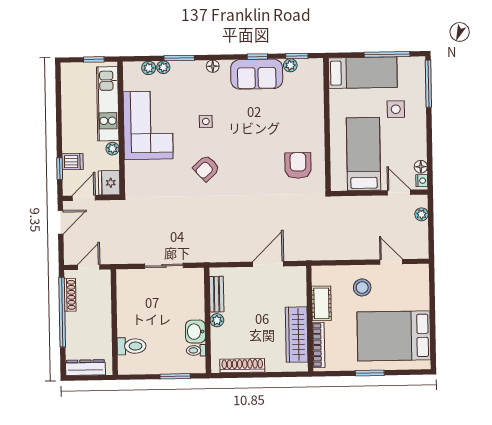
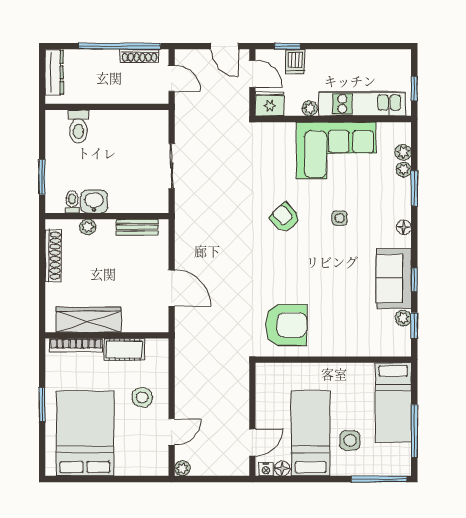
bed: (364, 154) -> (311, 433), moved, turned -90
armchair: (298, 165) -> (286, 325), width x1.36, depth x1.36
plant: (421, 214) -> (182, 468), moved
plant: (217, 320) -> (88, 227), moved

